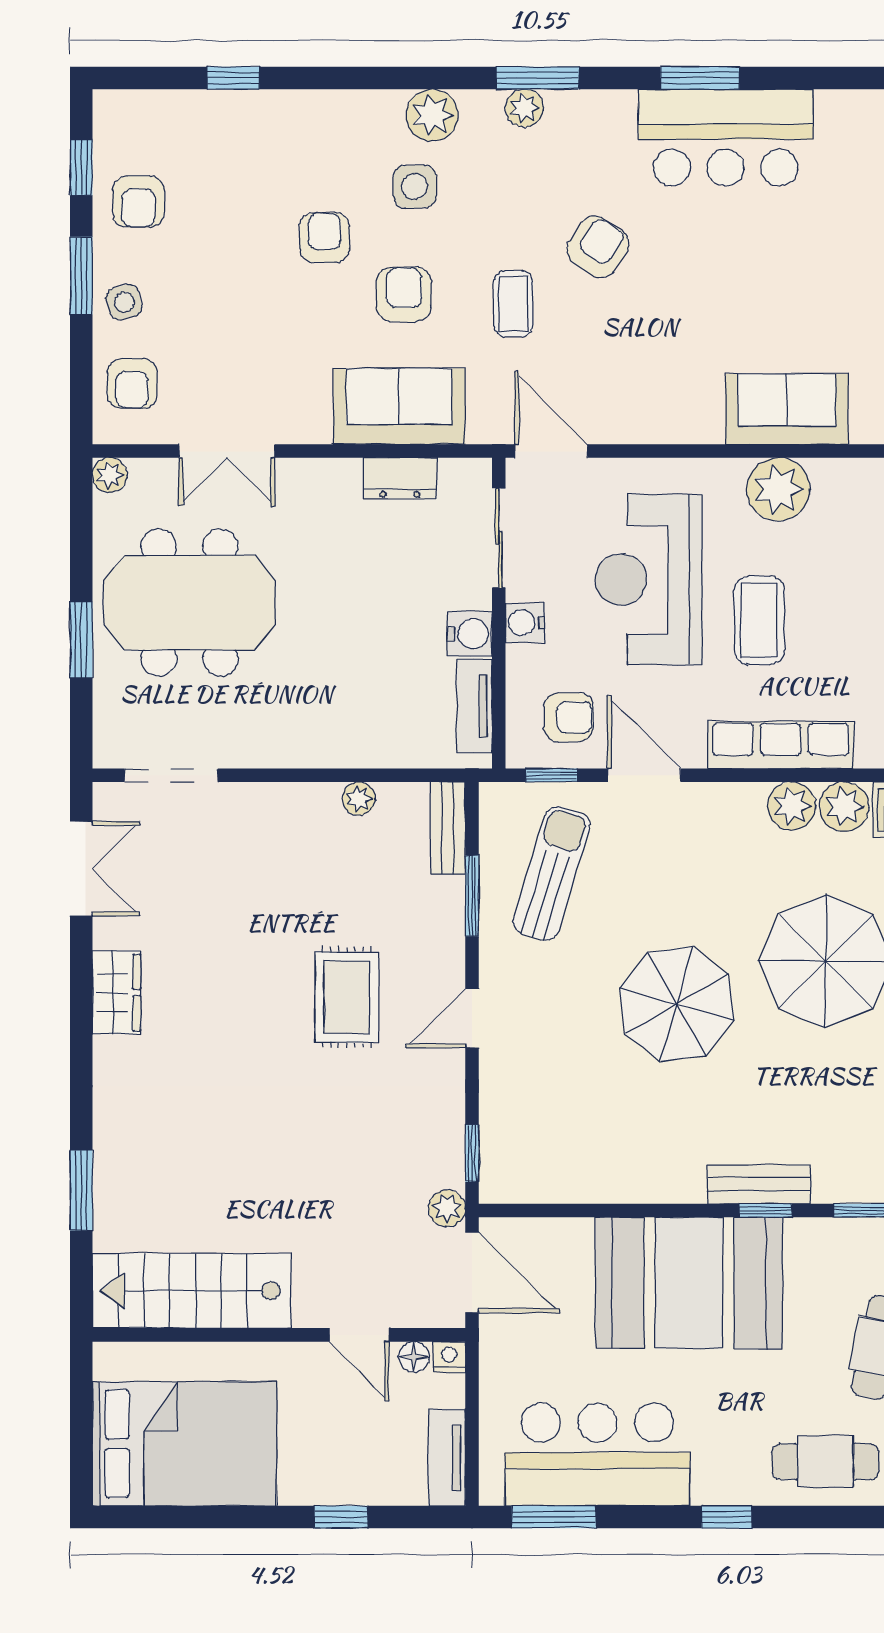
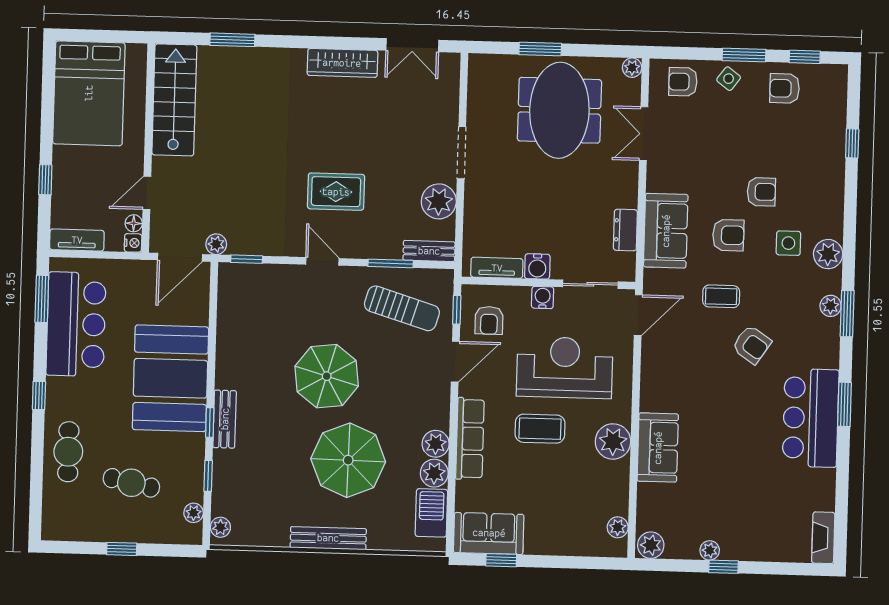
side table: (124, 302) -> (729, 79), turned -38
doorway: (171, 775) -> (461, 153), moved
plant: (359, 799) -> (439, 201), width x1.88, depth x1.88
wardrobe: (117, 992) -> (342, 63), width x1.50

